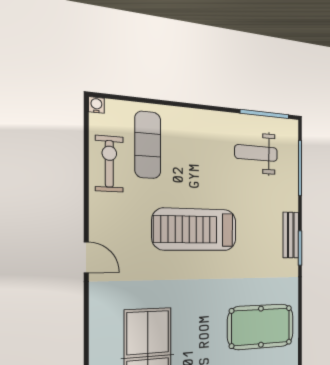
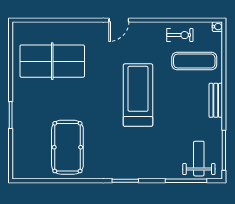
weight bench: (256, 153) -> (199, 159), moved
exercise bike: (109, 164) -> (180, 35), width x0.73, depth x0.72
bench: (291, 235) -> (216, 100), moved, turned 90

